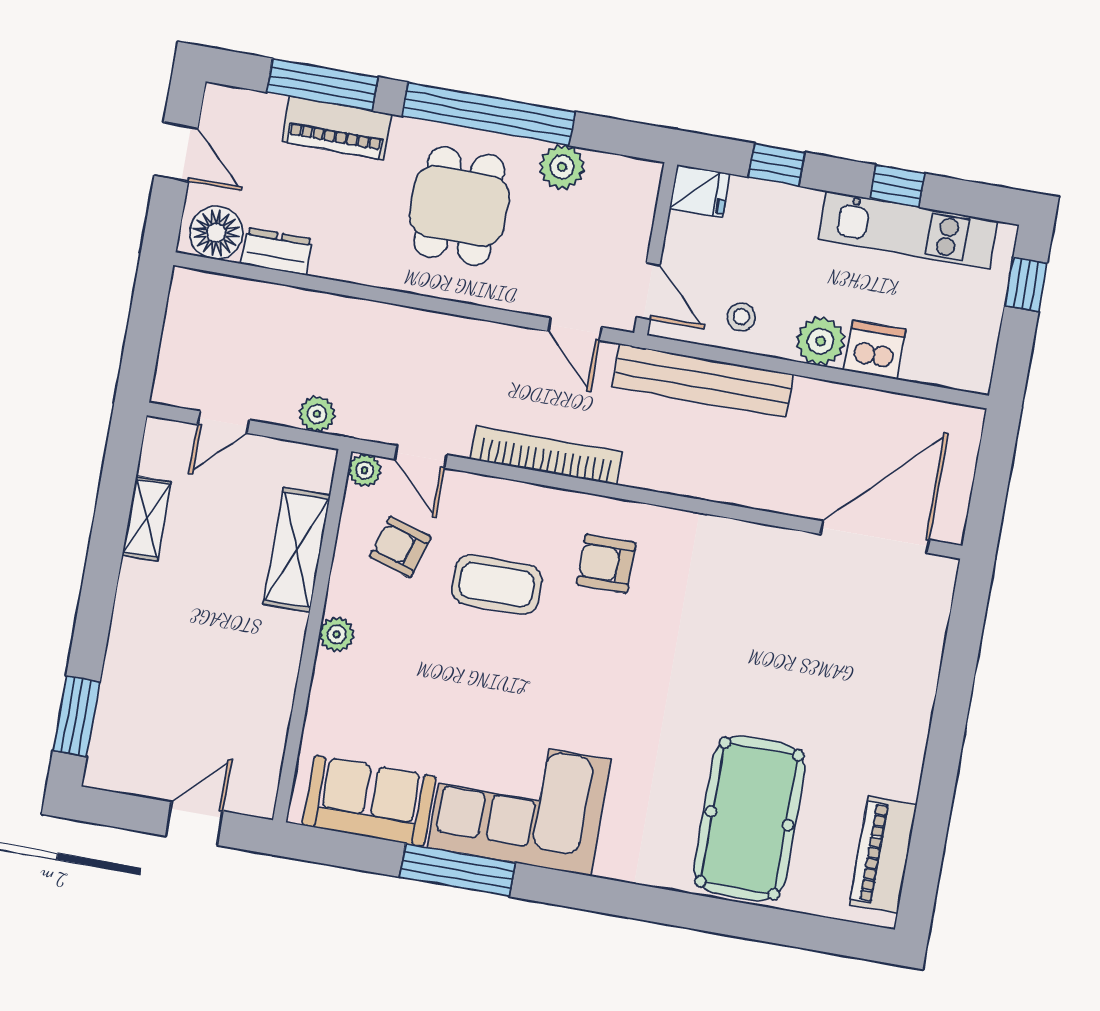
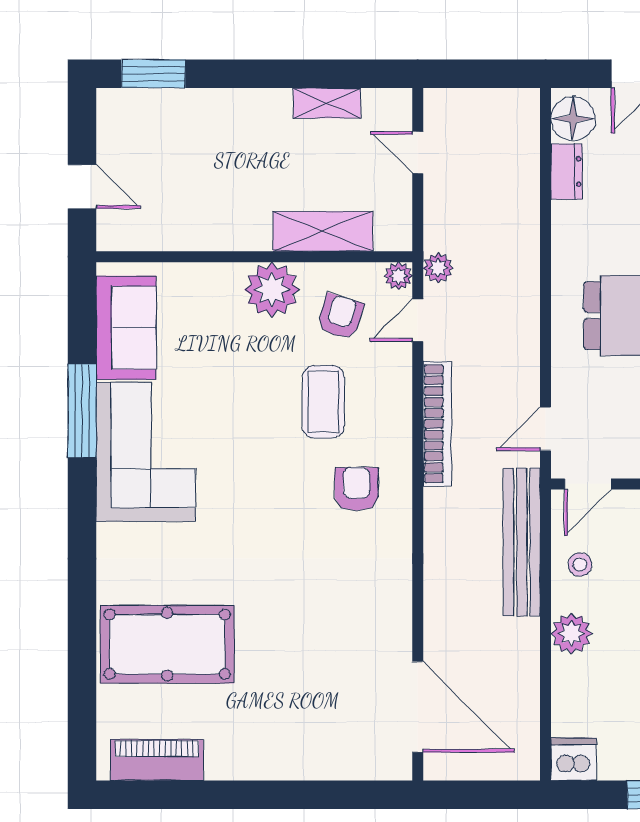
dishwasher: (875, 350) -> (574, 759), moved, turned -90
plant: (317, 414) -> (438, 268), moved
plant: (337, 634) -> (272, 290), width x1.87, depth x1.87

